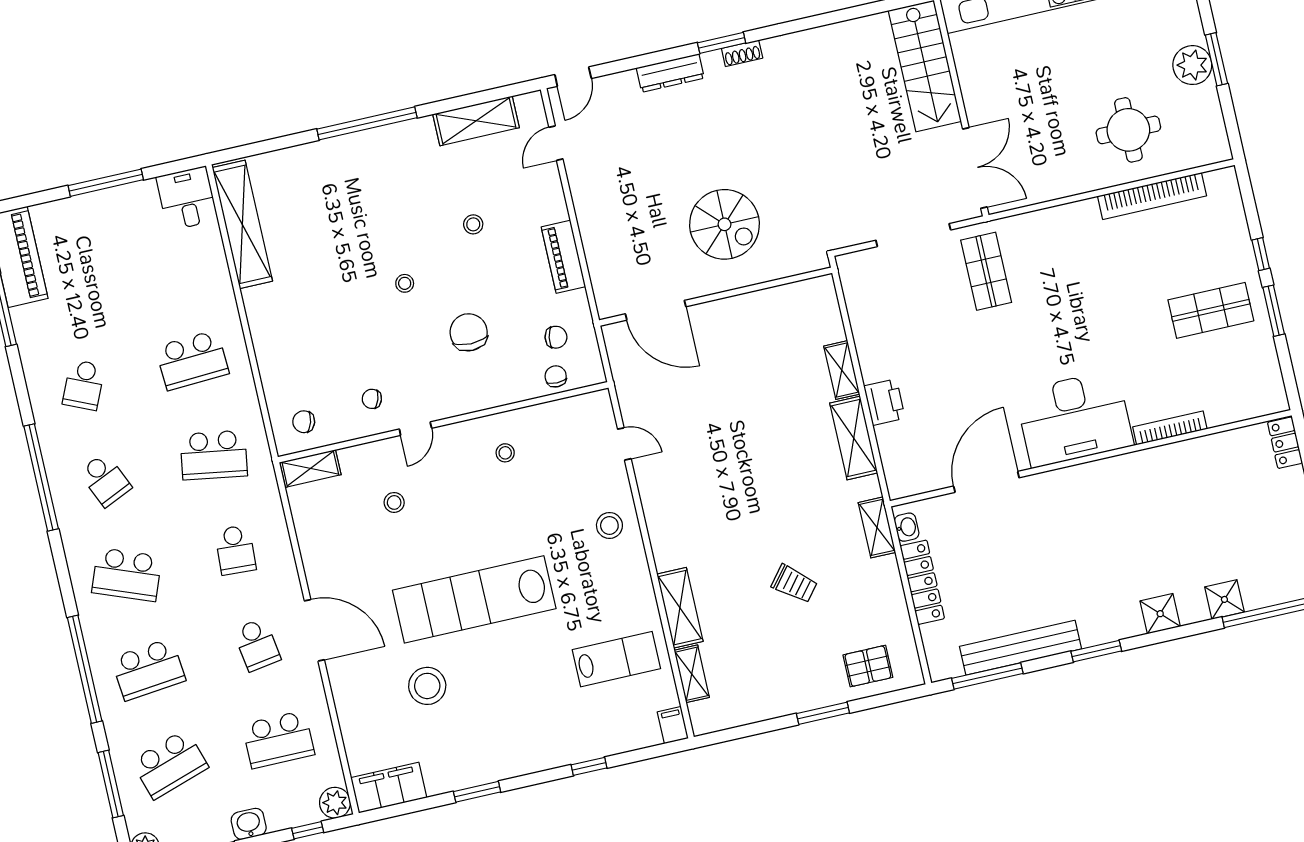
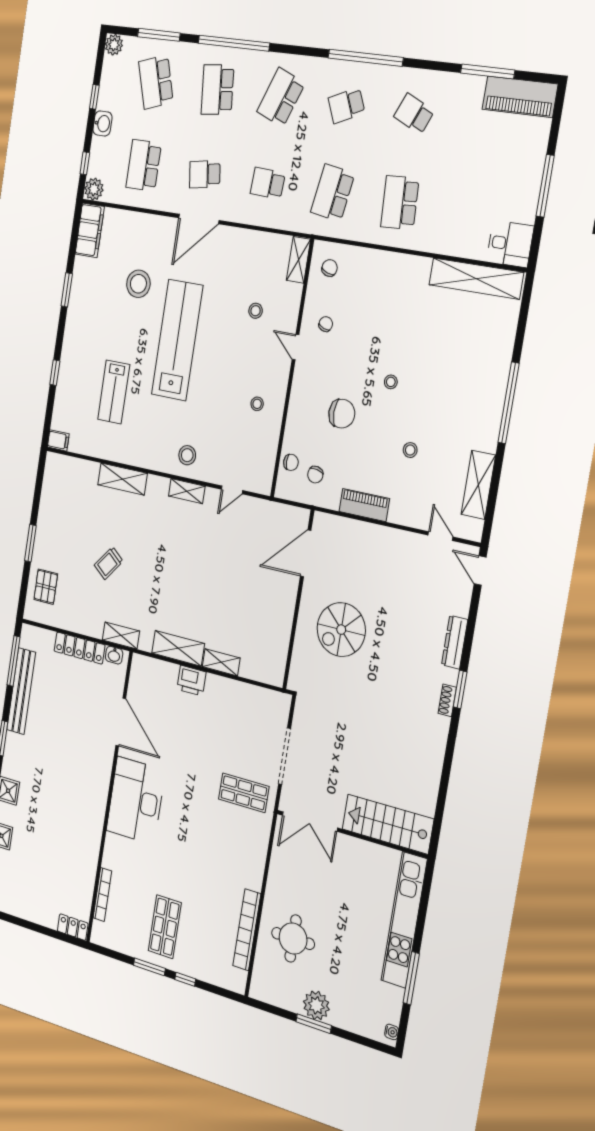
bookcase: (1170, 428) -> (102, 894), moved
lab bench: (616, 659) -> (114, 392), moved
shelving: (692, 674) -> (187, 491), moved

